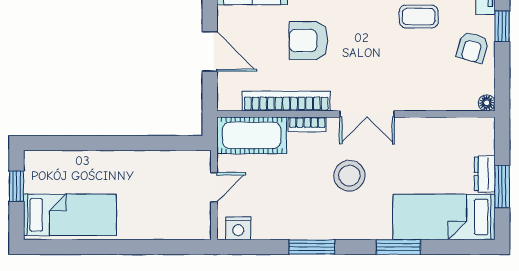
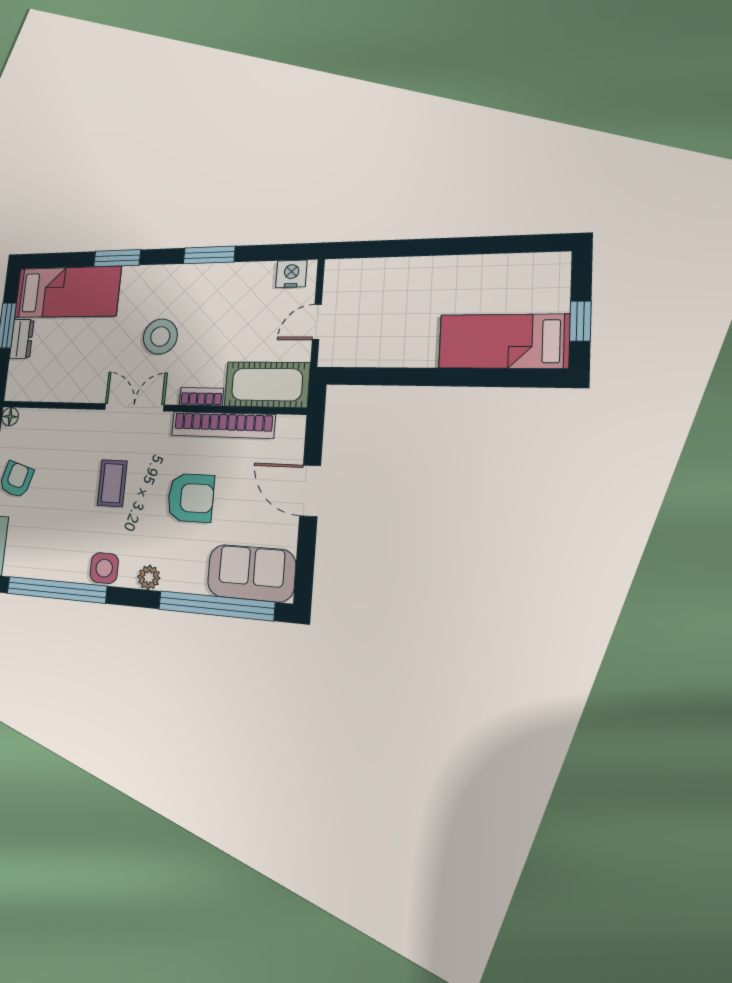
coffee table: (419, 17) -> (112, 483), moved, turned 90
bed: (70, 215) -> (503, 341), moved

